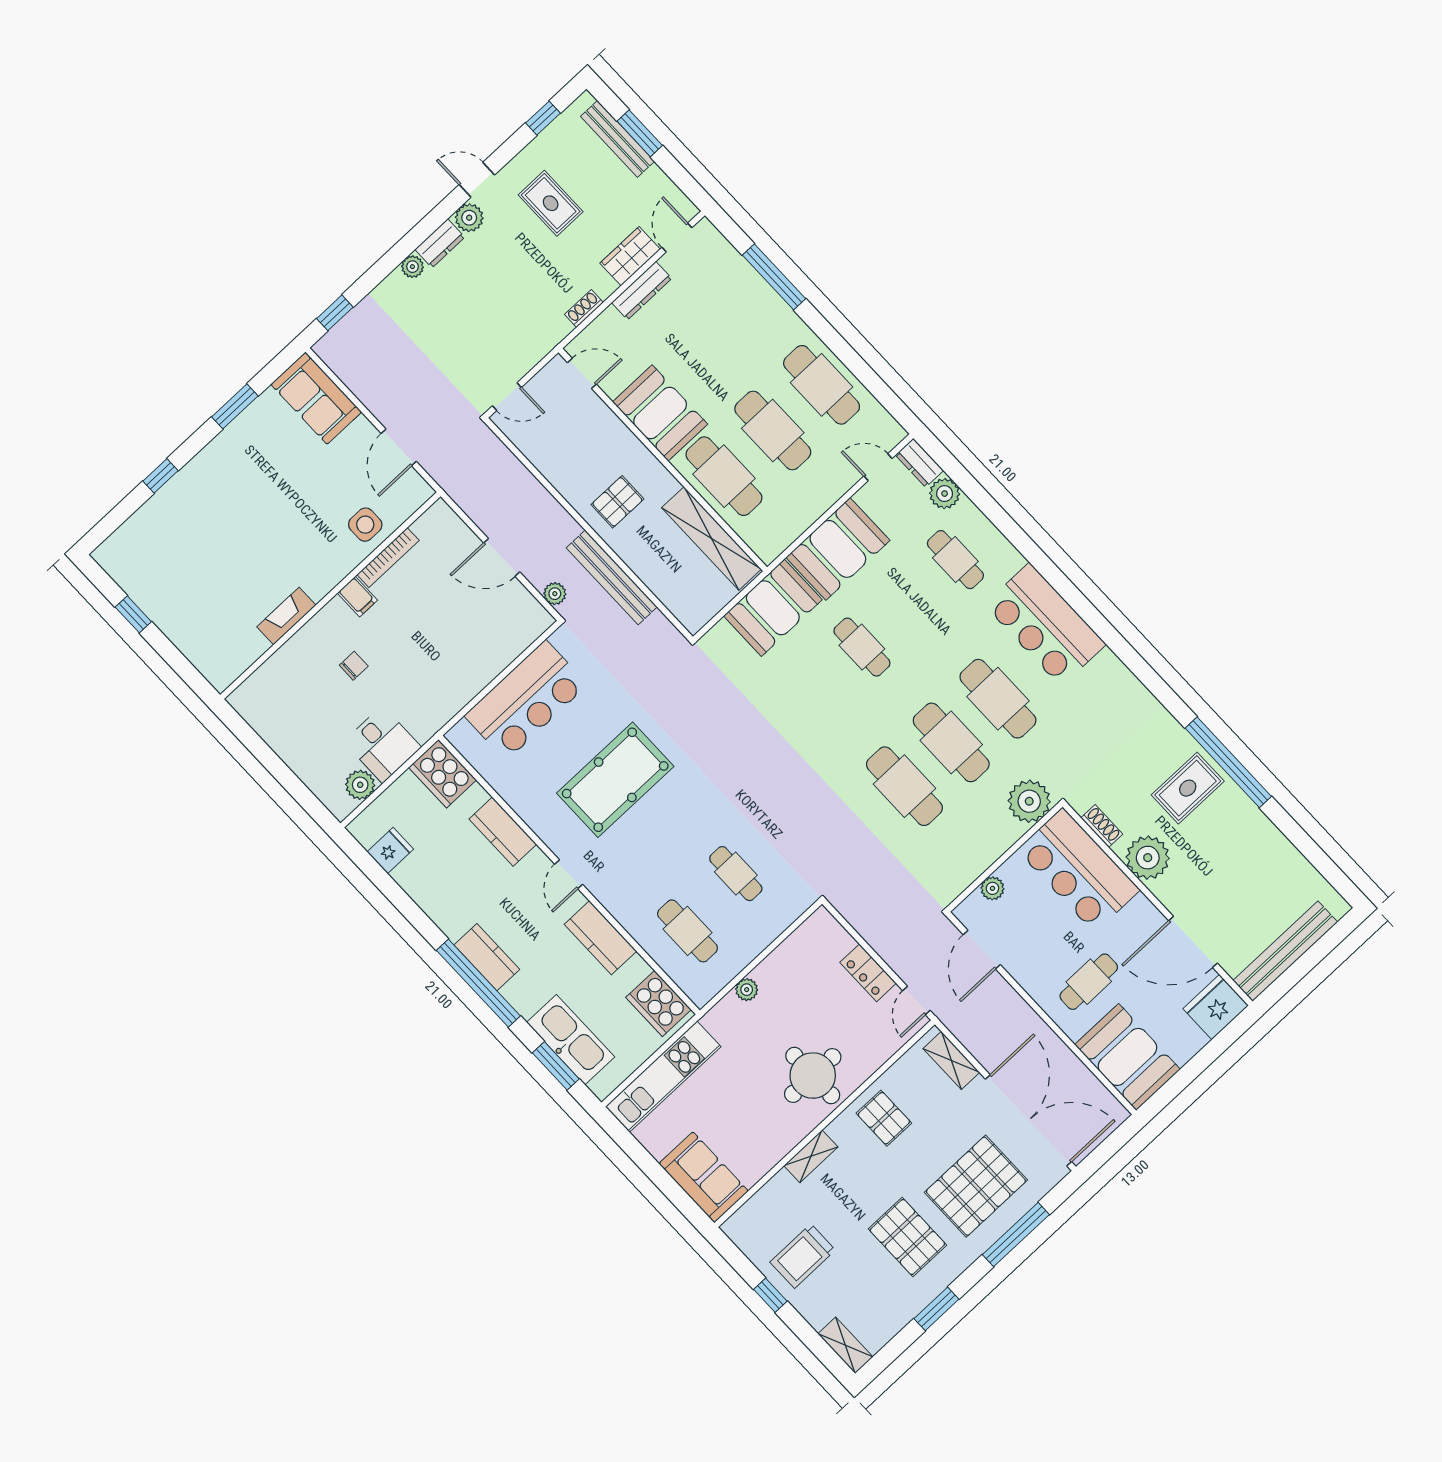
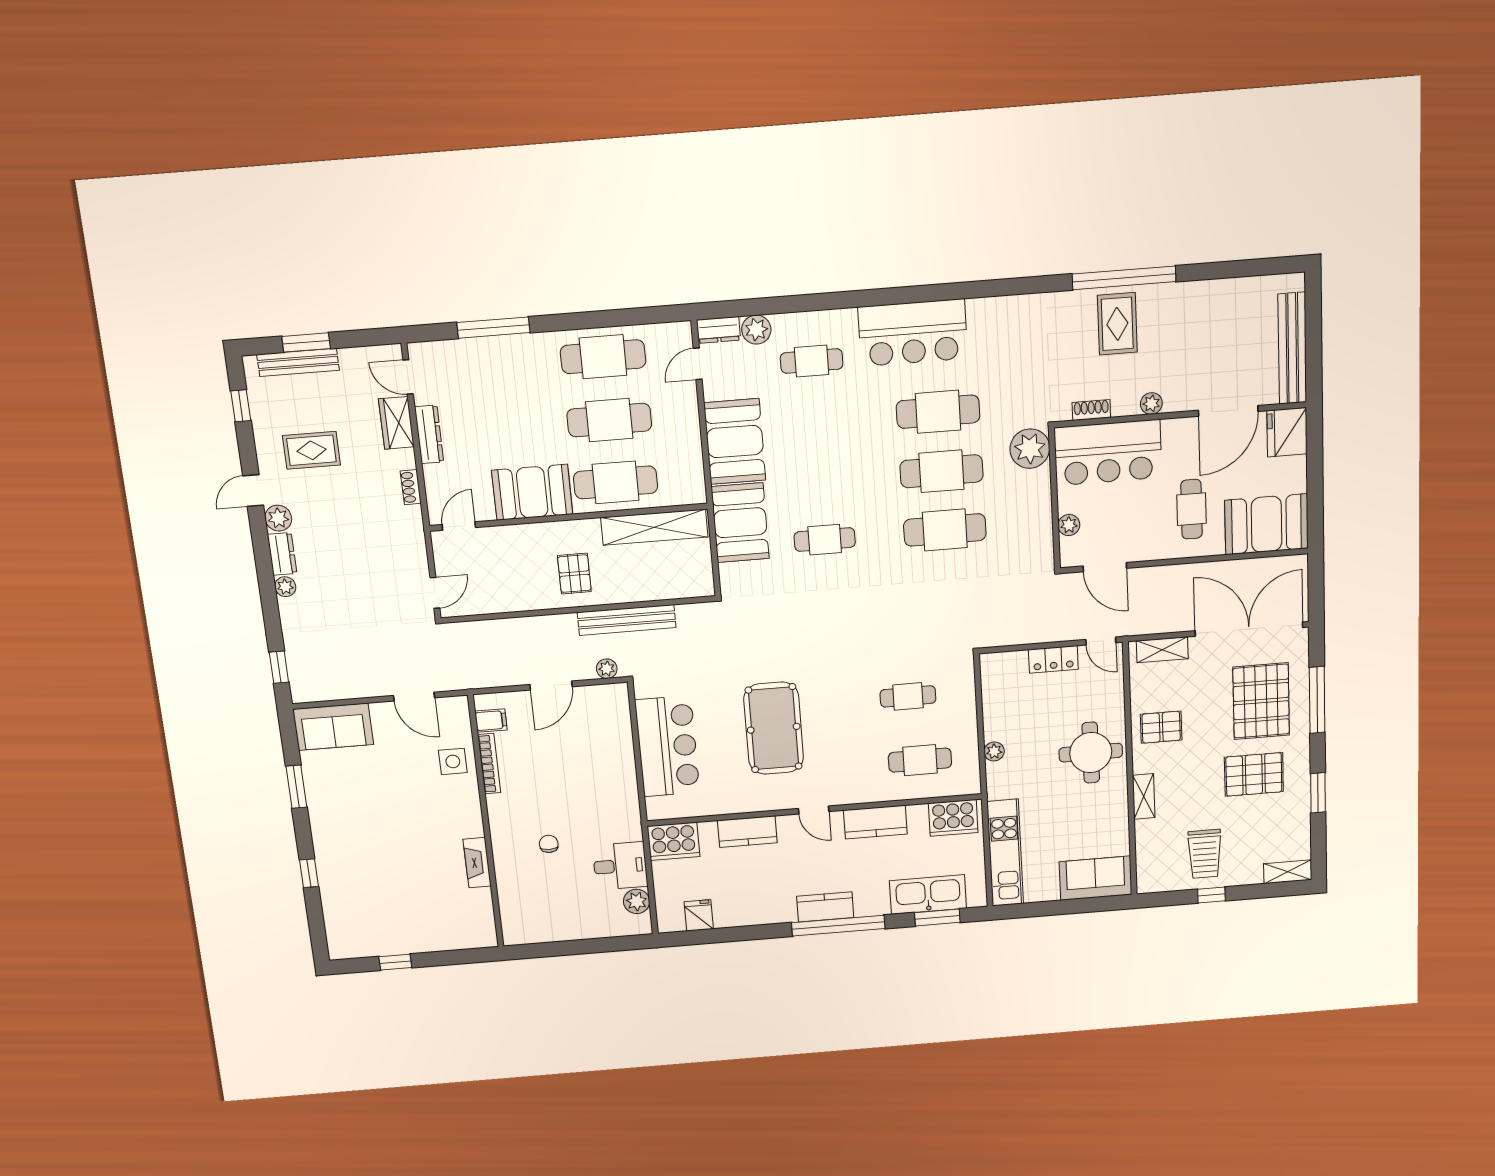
filing cabinet: (357, 597) -> (491, 721), moved
cafe table: (862, 647) -> (825, 540), moved
plant: (1148, 858) -> (1151, 404), width x0.53, depth x0.53

